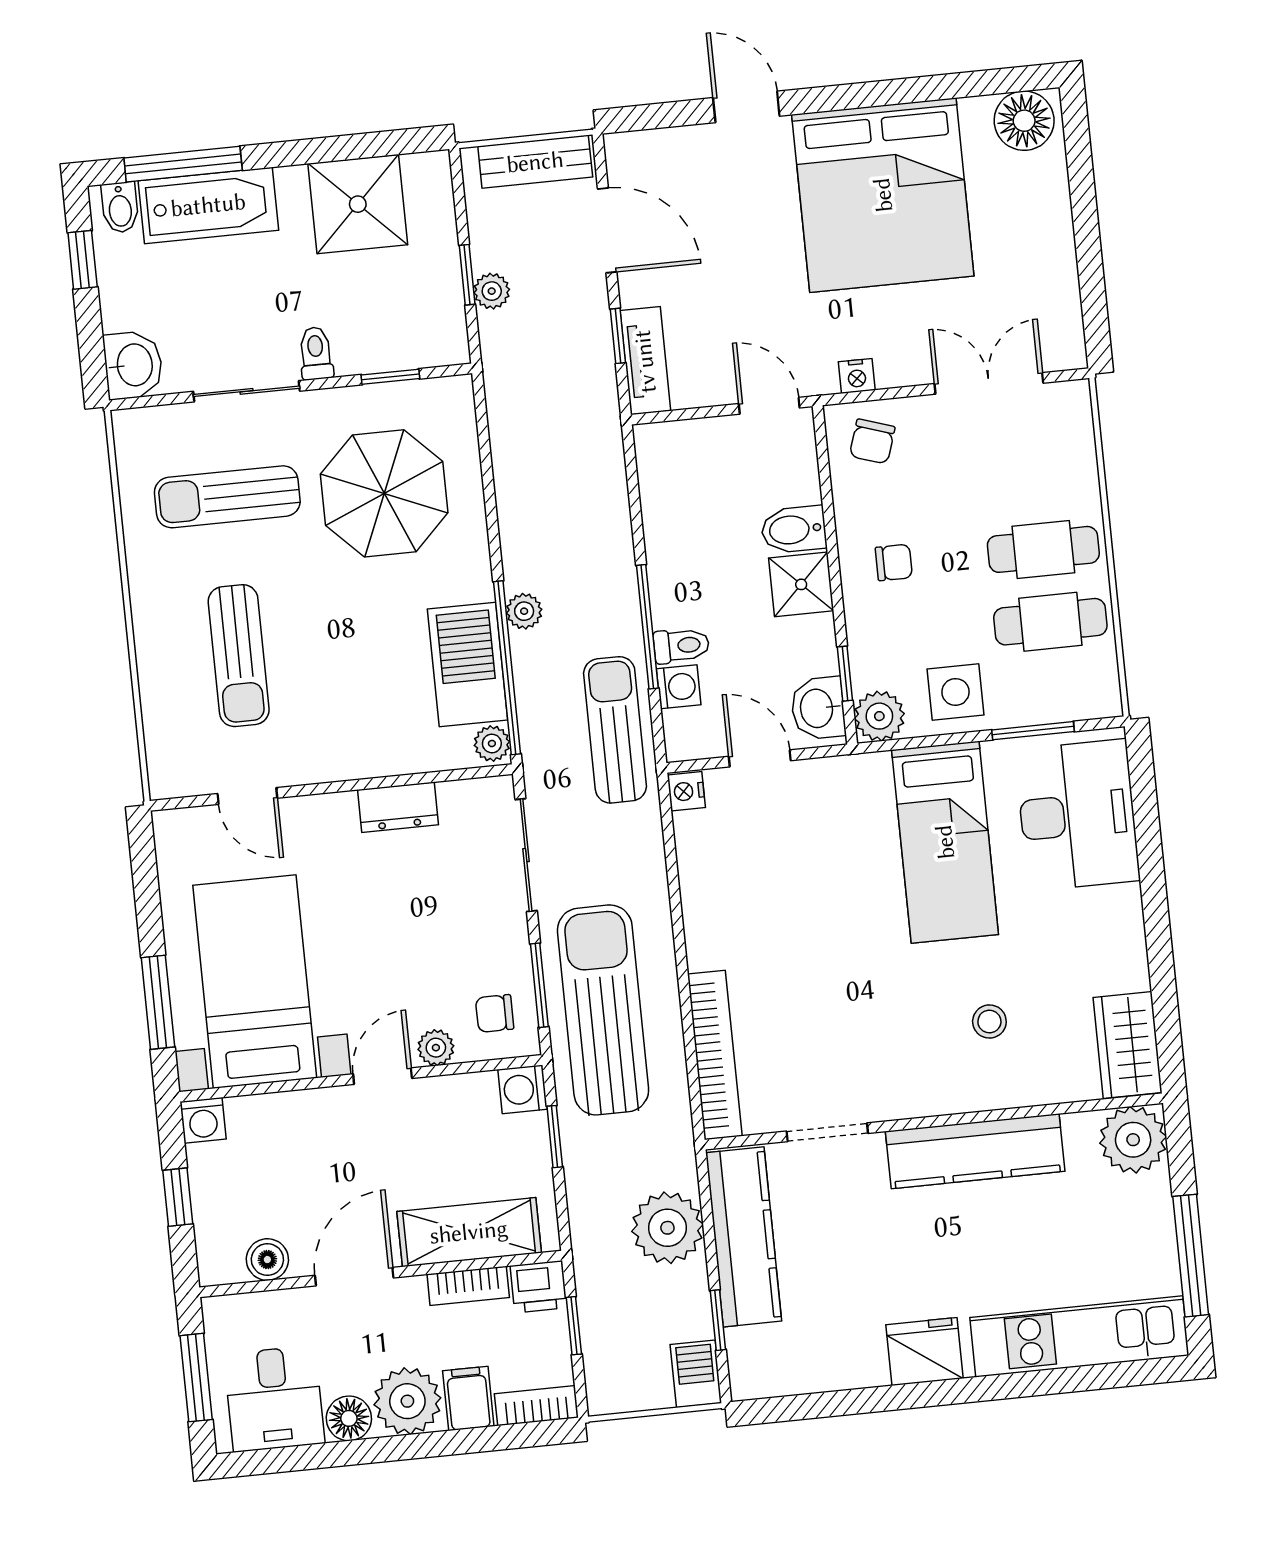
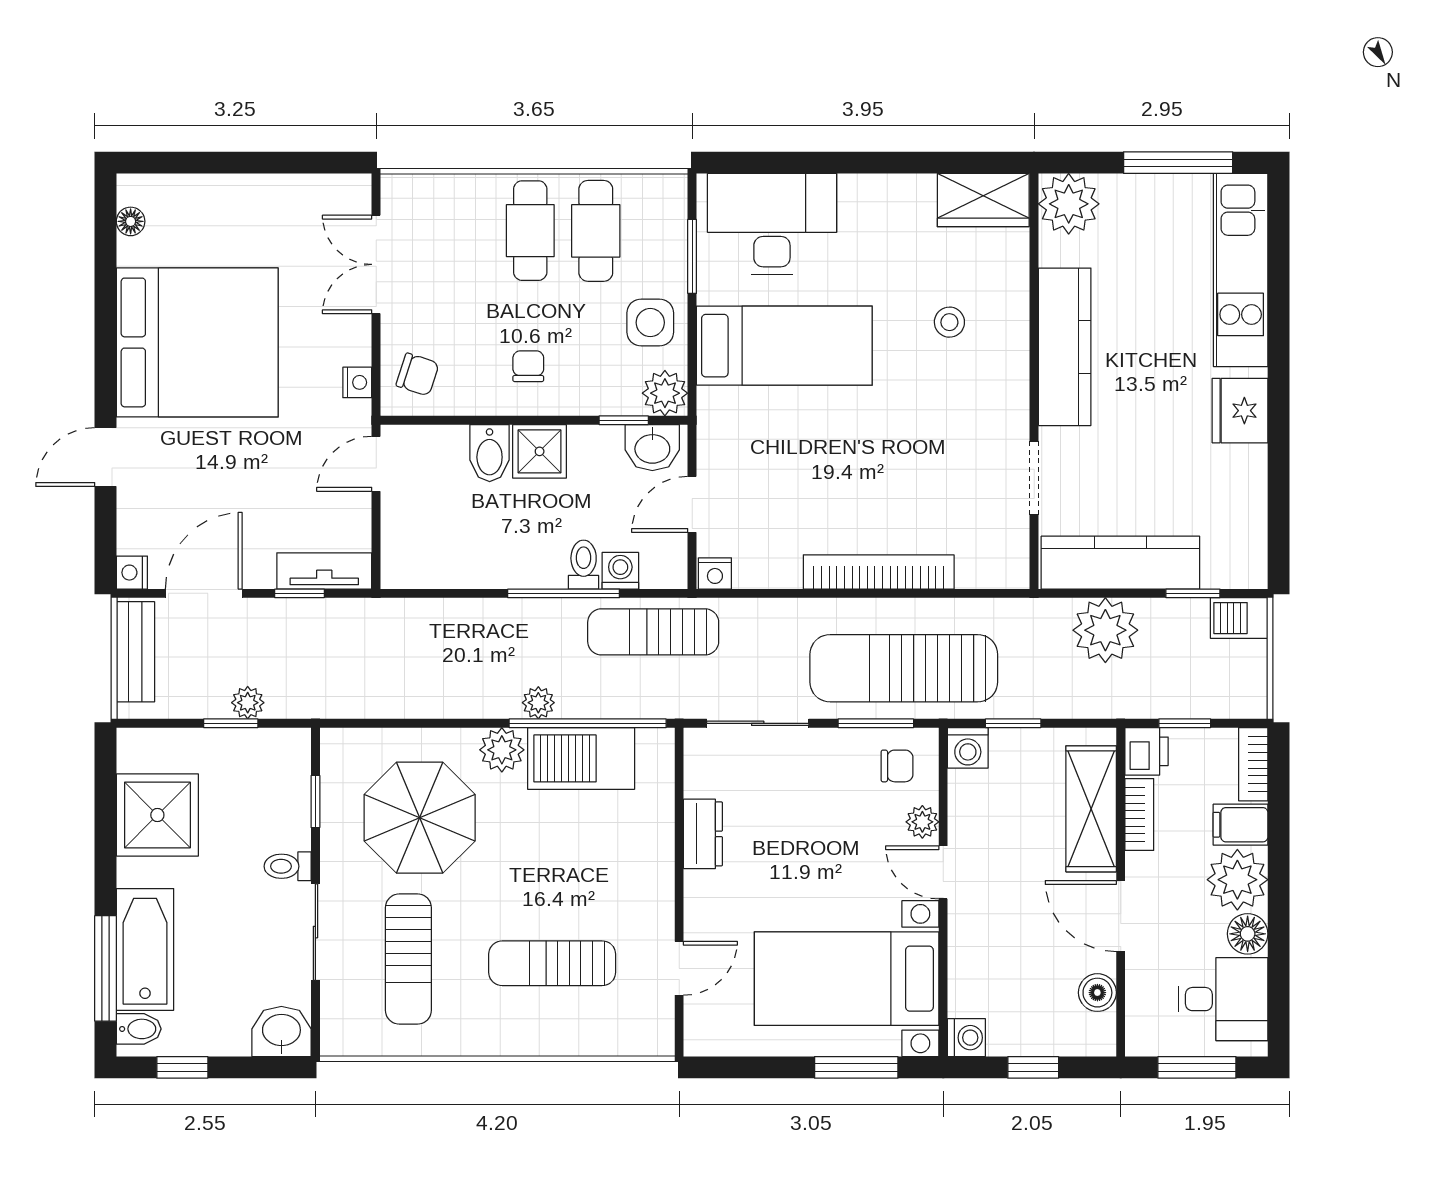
floor lamp: (1024, 121) -> (131, 221), width x0.53, depth x0.53
nightstand: (622, 149) -> (132, 573), added
sun lounger: (239, 656) -> (552, 963), turned 180
plant: (492, 744) -> (502, 750), moved, width x1.38, depth x1.38
chair: (495, 1013) -> (897, 766), turned -90
bookcase: (715, 1055) -> (879, 572), moved

